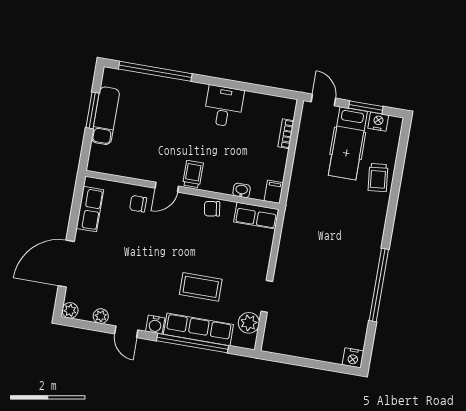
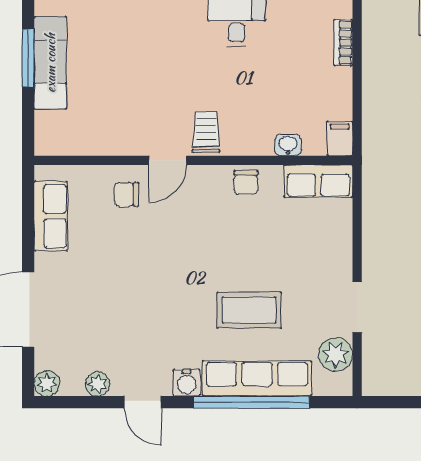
chair: (212, 209) -> (246, 182), turned -81

